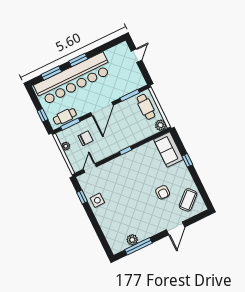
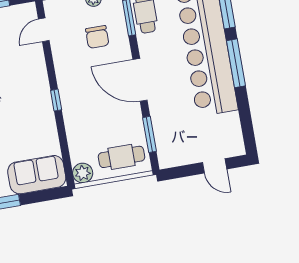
window: (78, 60) -> (236, 63), width x1.44
door: (90, 168) -> (44, 30), swing flipped

